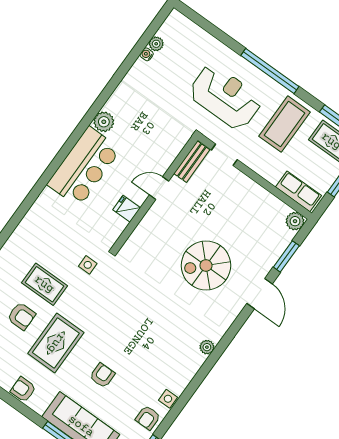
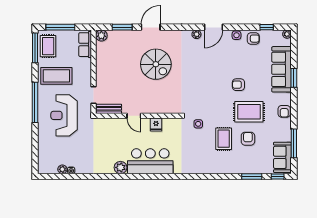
armchair: (102, 375) -> (238, 85), moved
door: (200, 376) -> (214, 27), added

